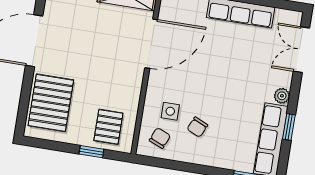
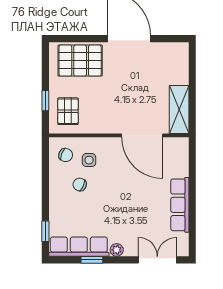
pallet: (108, 127) -> (68, 111), turned 90

